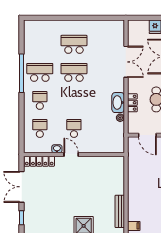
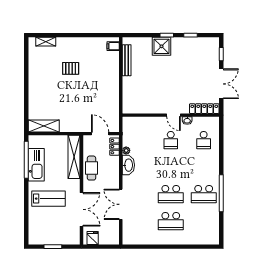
school desk: (40, 100) -> (204, 167), removed
locker: (132, 103) -> (114, 147), moved

